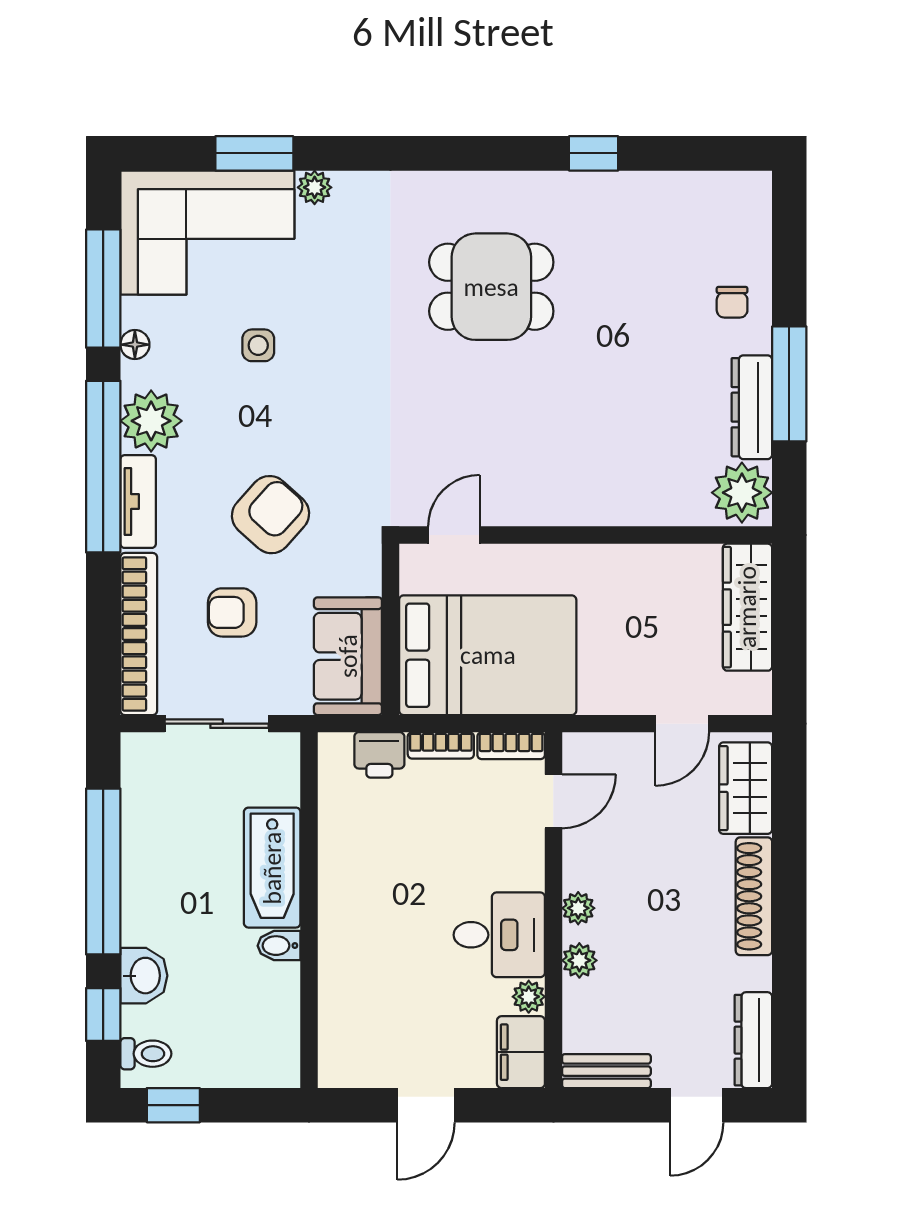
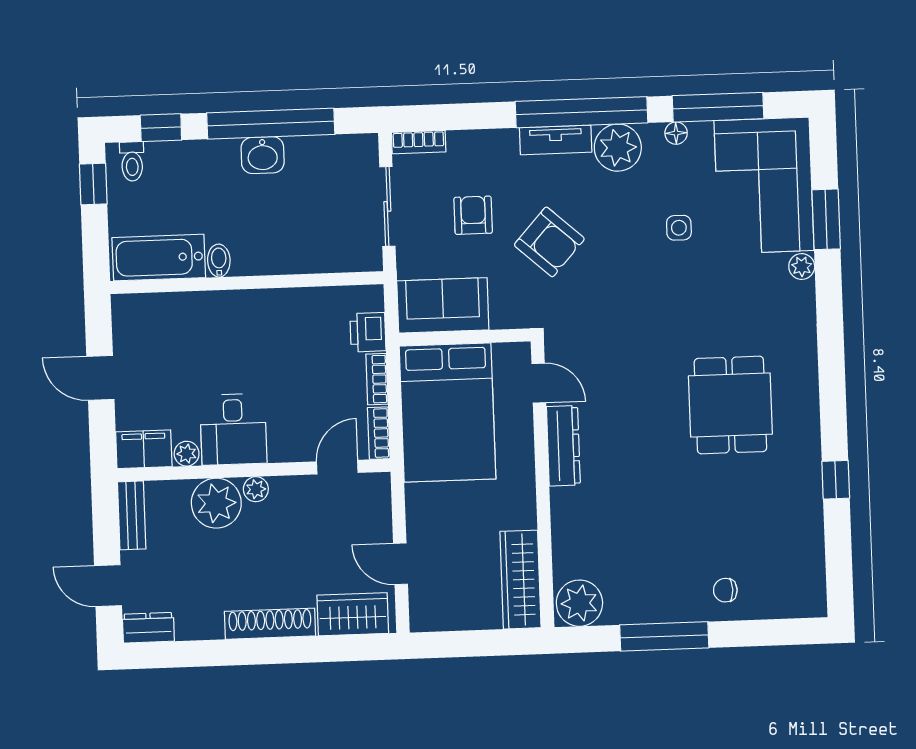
dresser: (752, 407) -> (563, 446), moved, turned 90
wardrobe: (747, 607) -> (521, 580), moved, turned -90
bookcase: (139, 634) -> (419, 142), width x0.43, depth x0.76
door: (553, 801) -> (337, 467), swing flipped
bathtub: (272, 868) -> (159, 258), moved
plant: (579, 960) -> (216, 503), width x1.87, depth x1.87
washbasin: (144, 976) -> (263, 155), moved
dresser: (753, 1040) -> (148, 628), width x0.70

